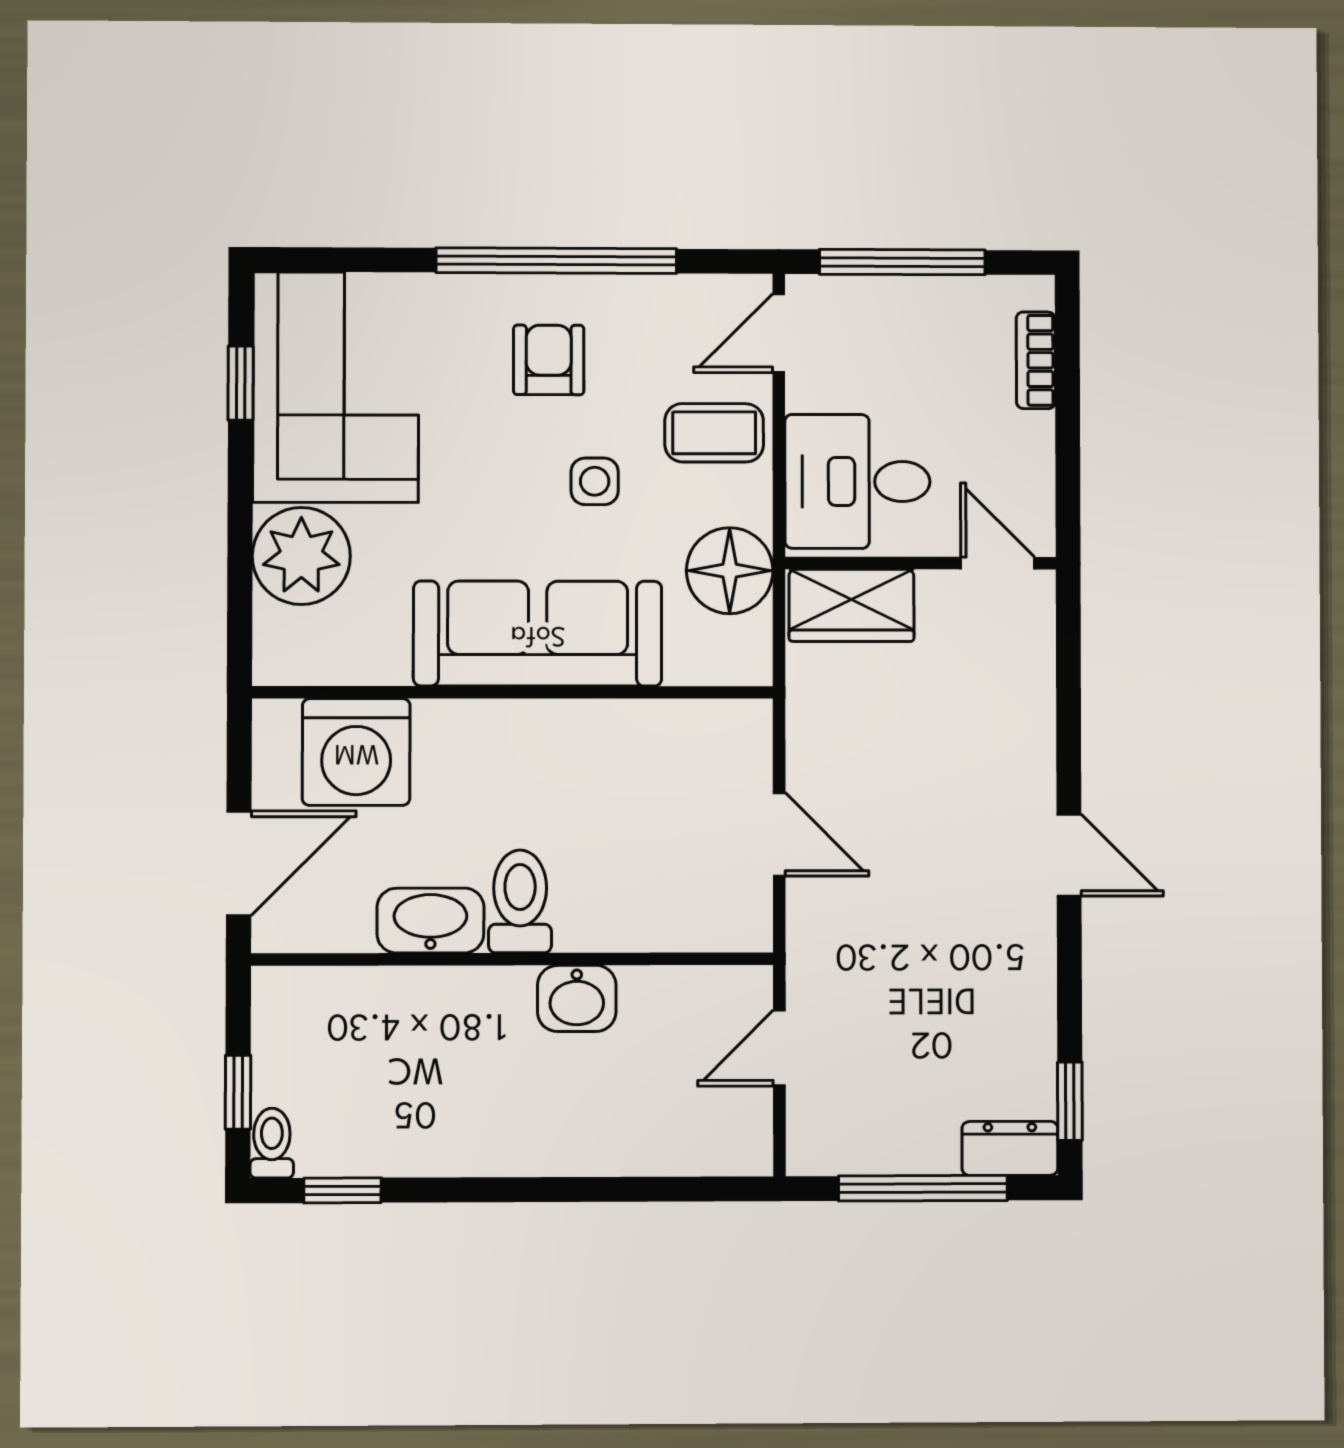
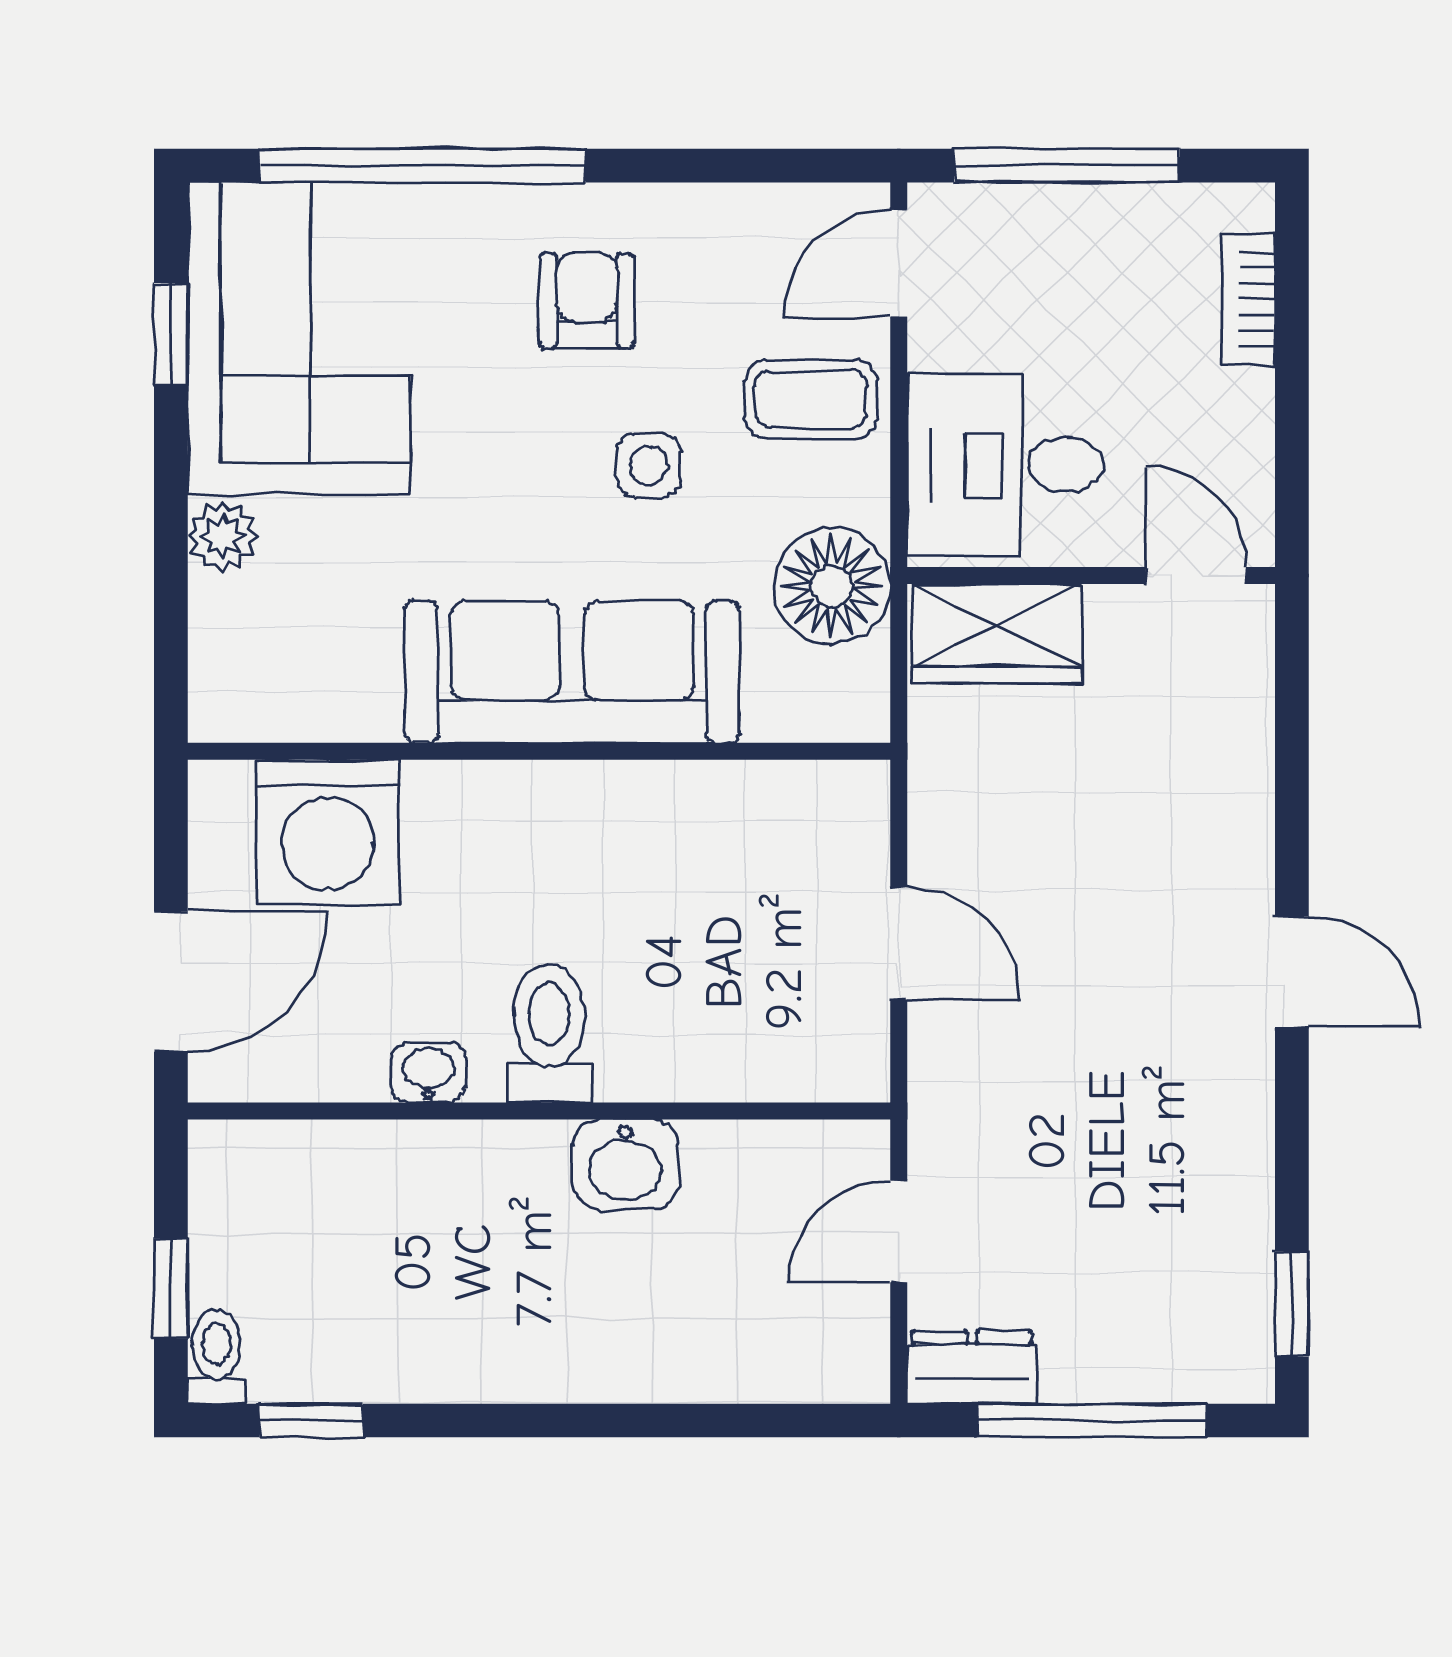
window: (556, 261) -> (423, 166), moved
plant: (301, 556) -> (223, 537), width x0.53, depth x0.53
washbasin: (430, 921) -> (428, 1072), width x0.52, depth x0.69
dresser: (1010, 1148) -> (972, 1367), moved

